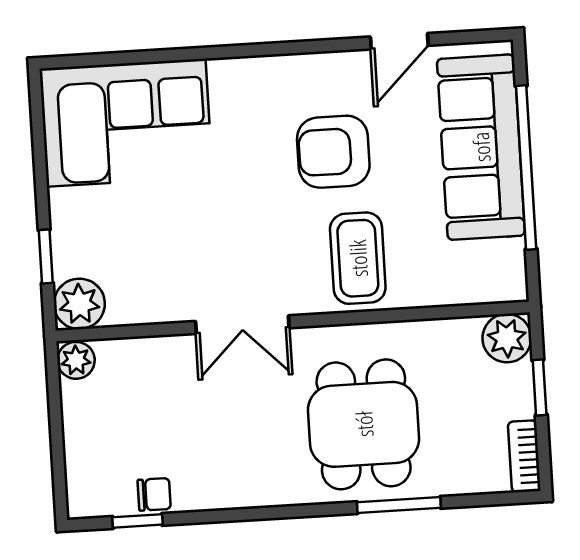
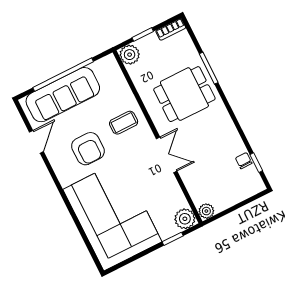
door: (399, 41) -> (36, 142), hinge flipped
corner sofa: (126, 123) -> (112, 216), width x1.36, depth x1.36
coffee table: (358, 258) -> (124, 123), width x0.73, depth x0.77

